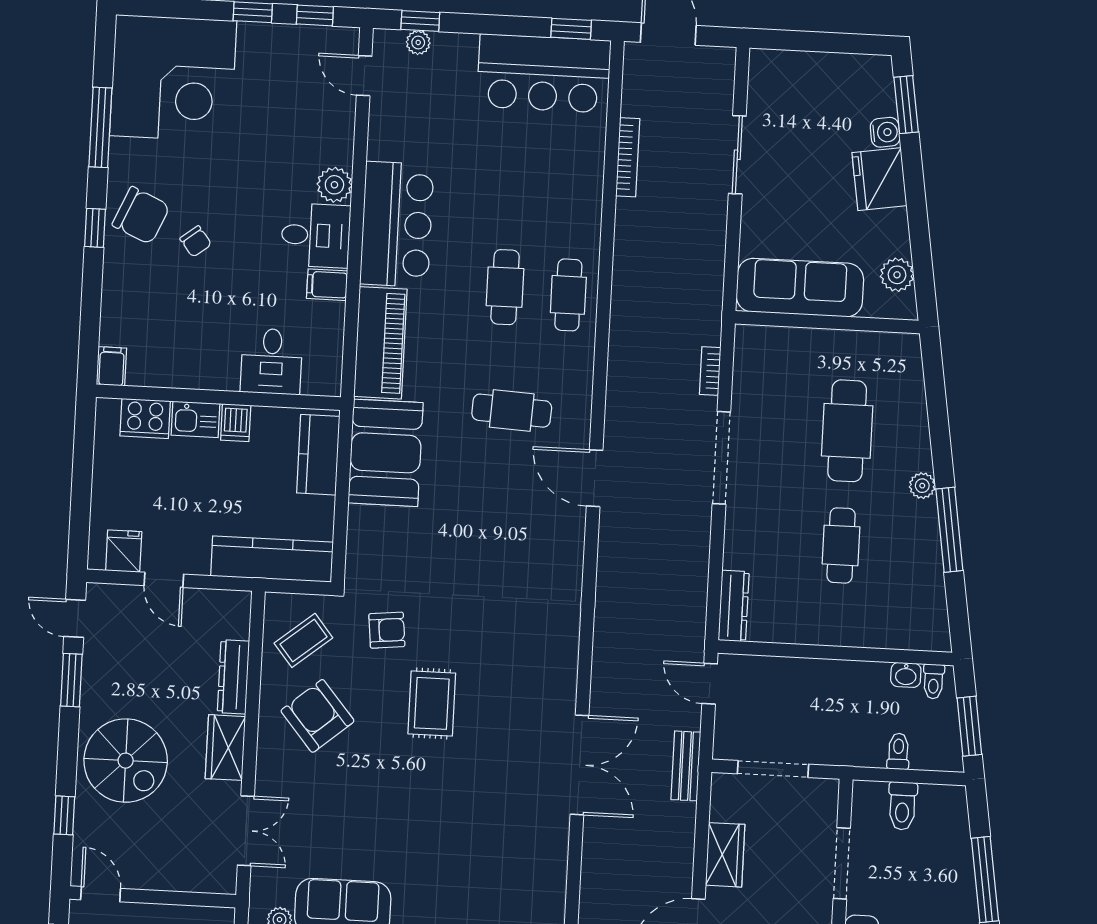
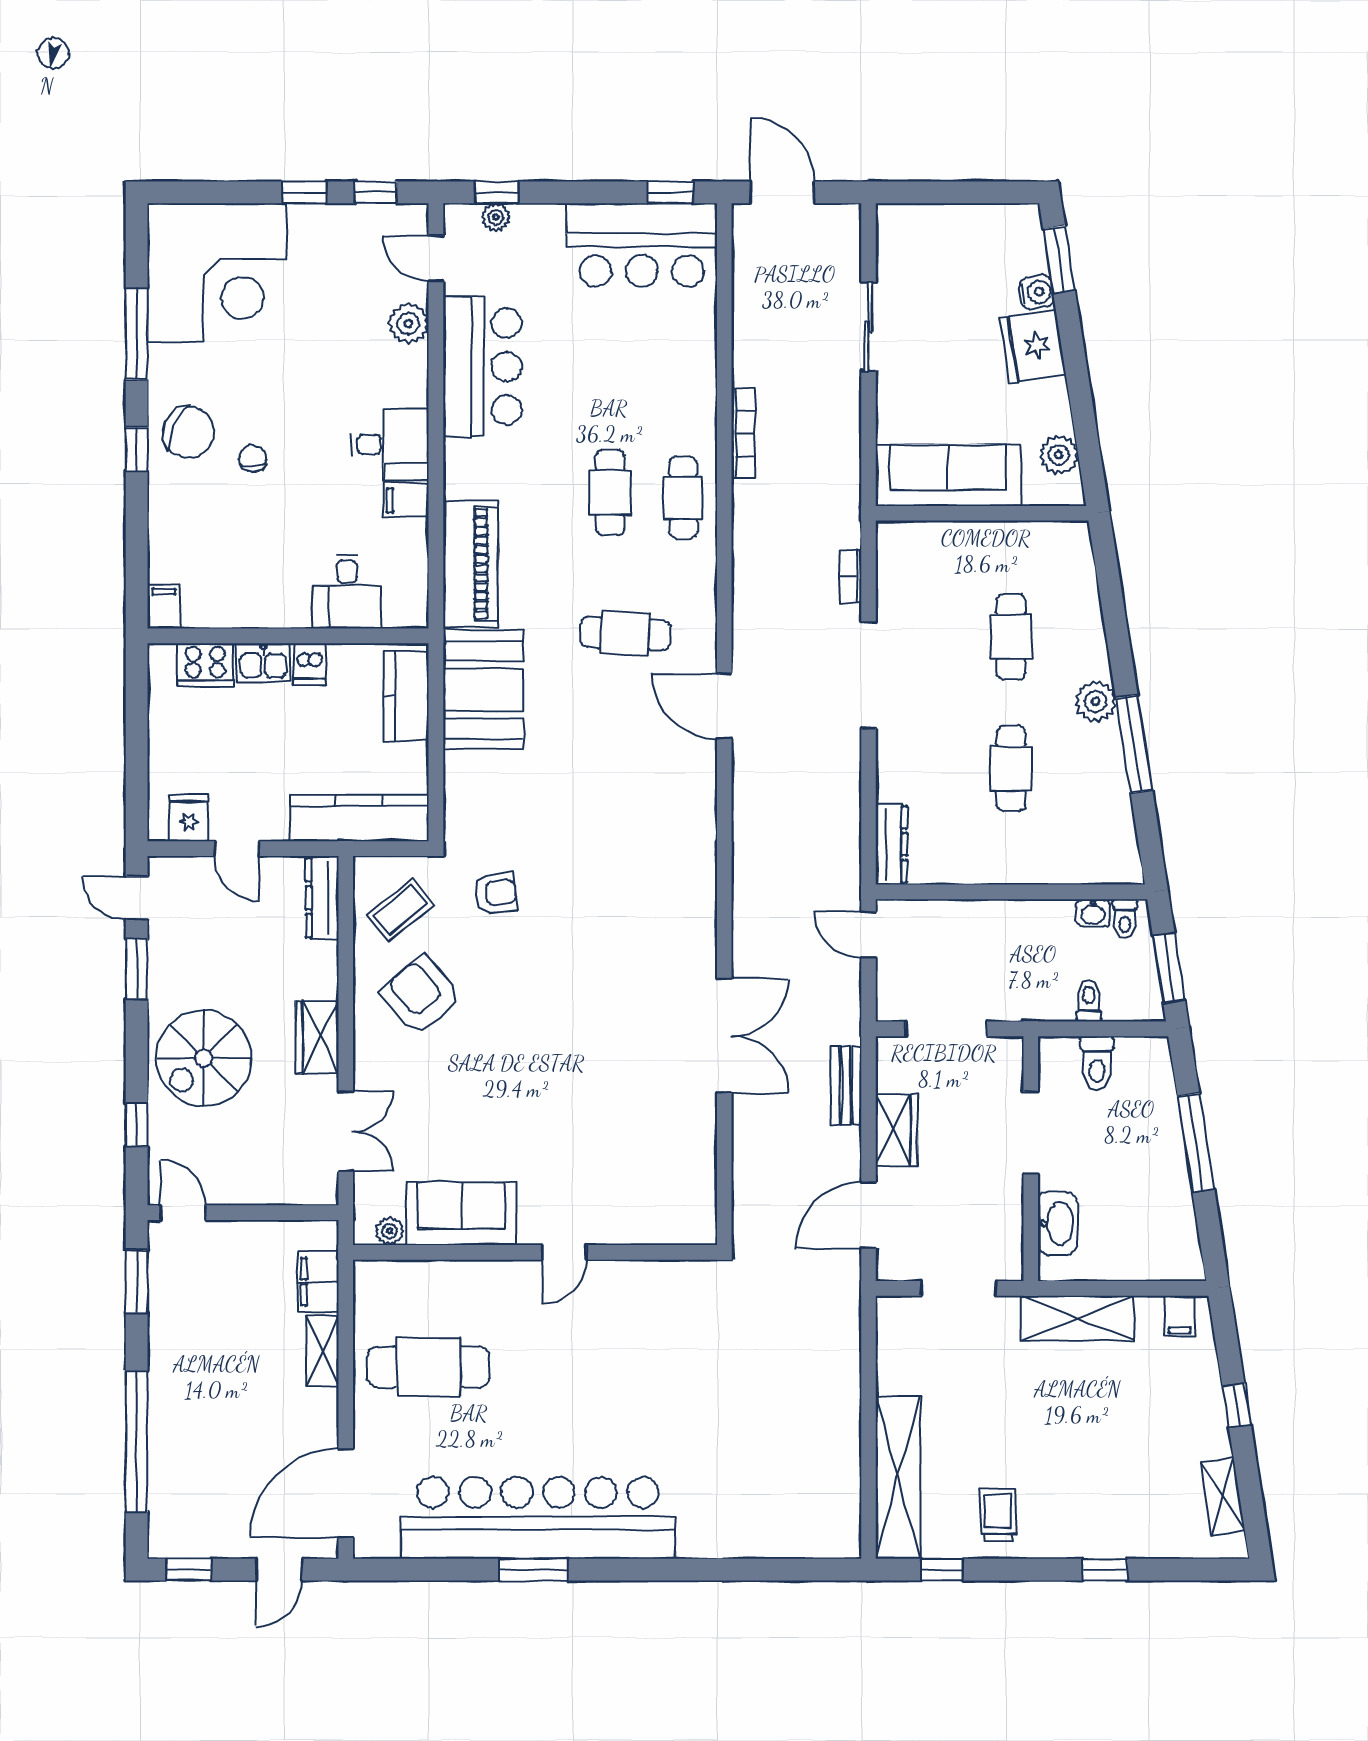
bookcase: (628, 157) -> (743, 433), moved
plant: (334, 185) -> (408, 323), moved
bar counter: (397, 224) -> (482, 367), moved
chair: (196, 241) -> (253, 459), turned -142
cafe table: (847, 431) -> (1011, 637), width x0.73, depth x0.74
plant: (922, 486) -> (1096, 701), width x1.38, depth x1.38
dresser: (233, 677) -> (322, 898), moved
rug: (432, 703) -> (551, 974), removed
spiral stairs: (126, 761) -> (204, 1058), turned 90
bench: (686, 766) -> (846, 1086), moved

